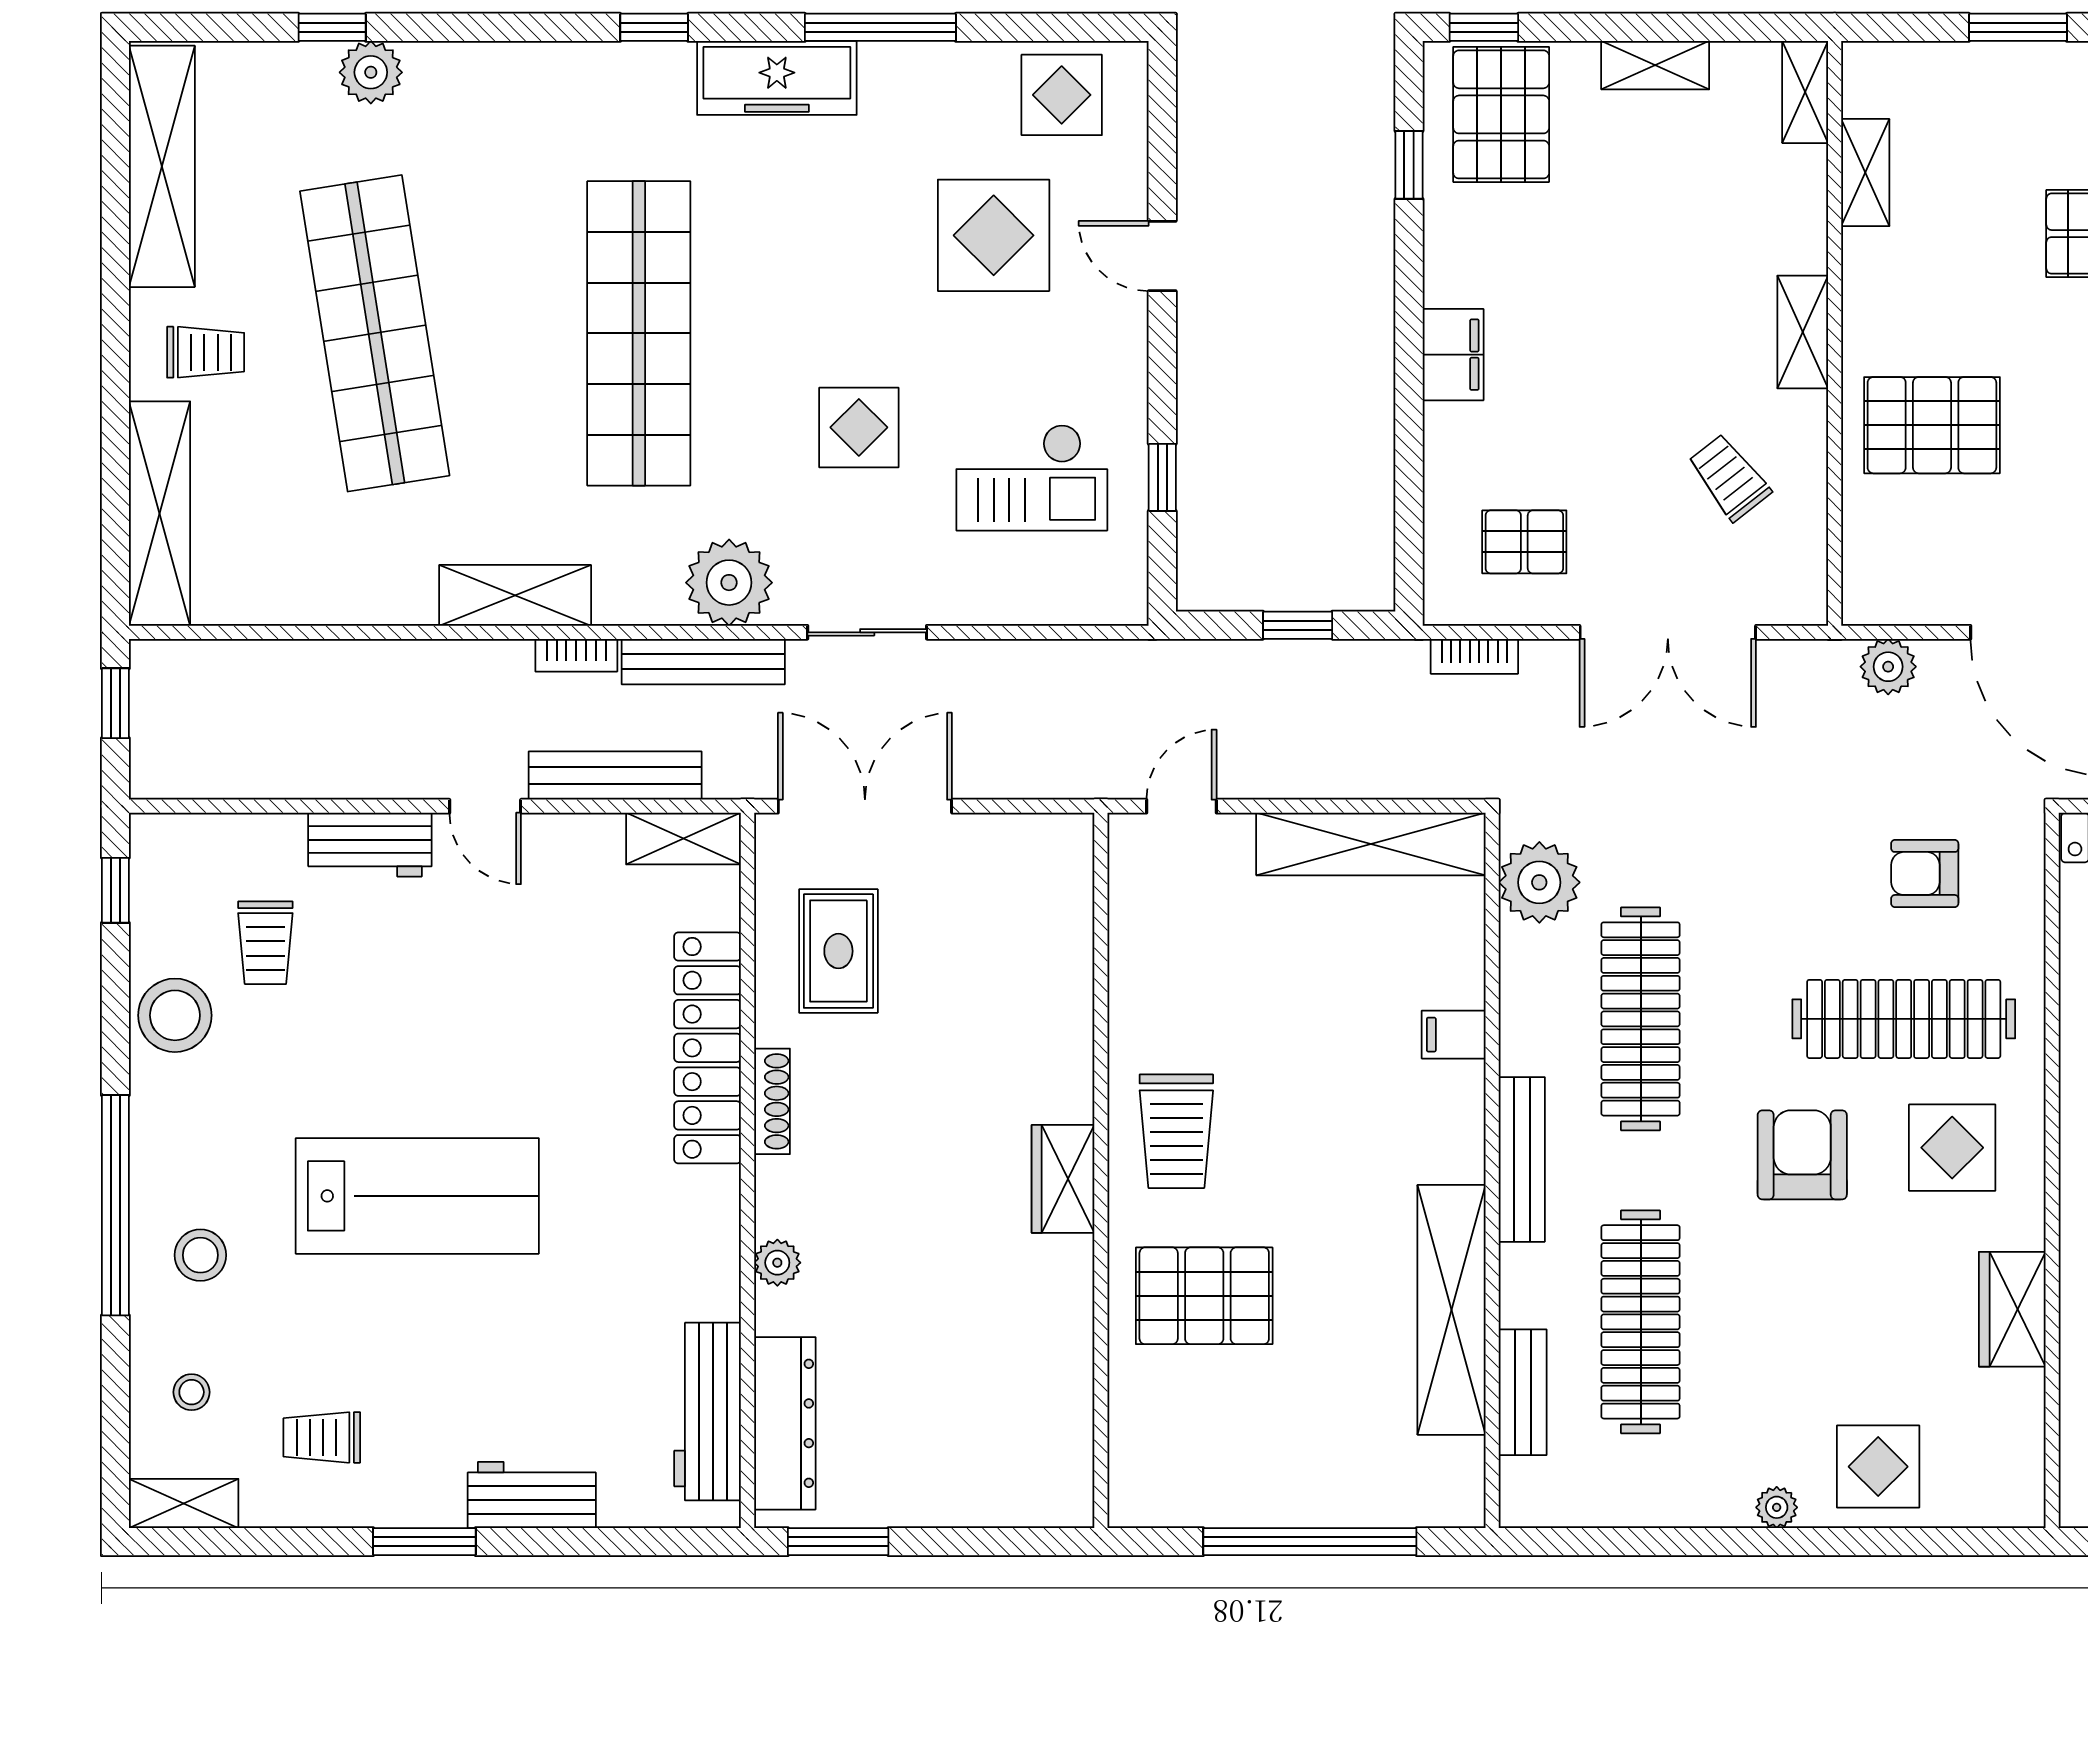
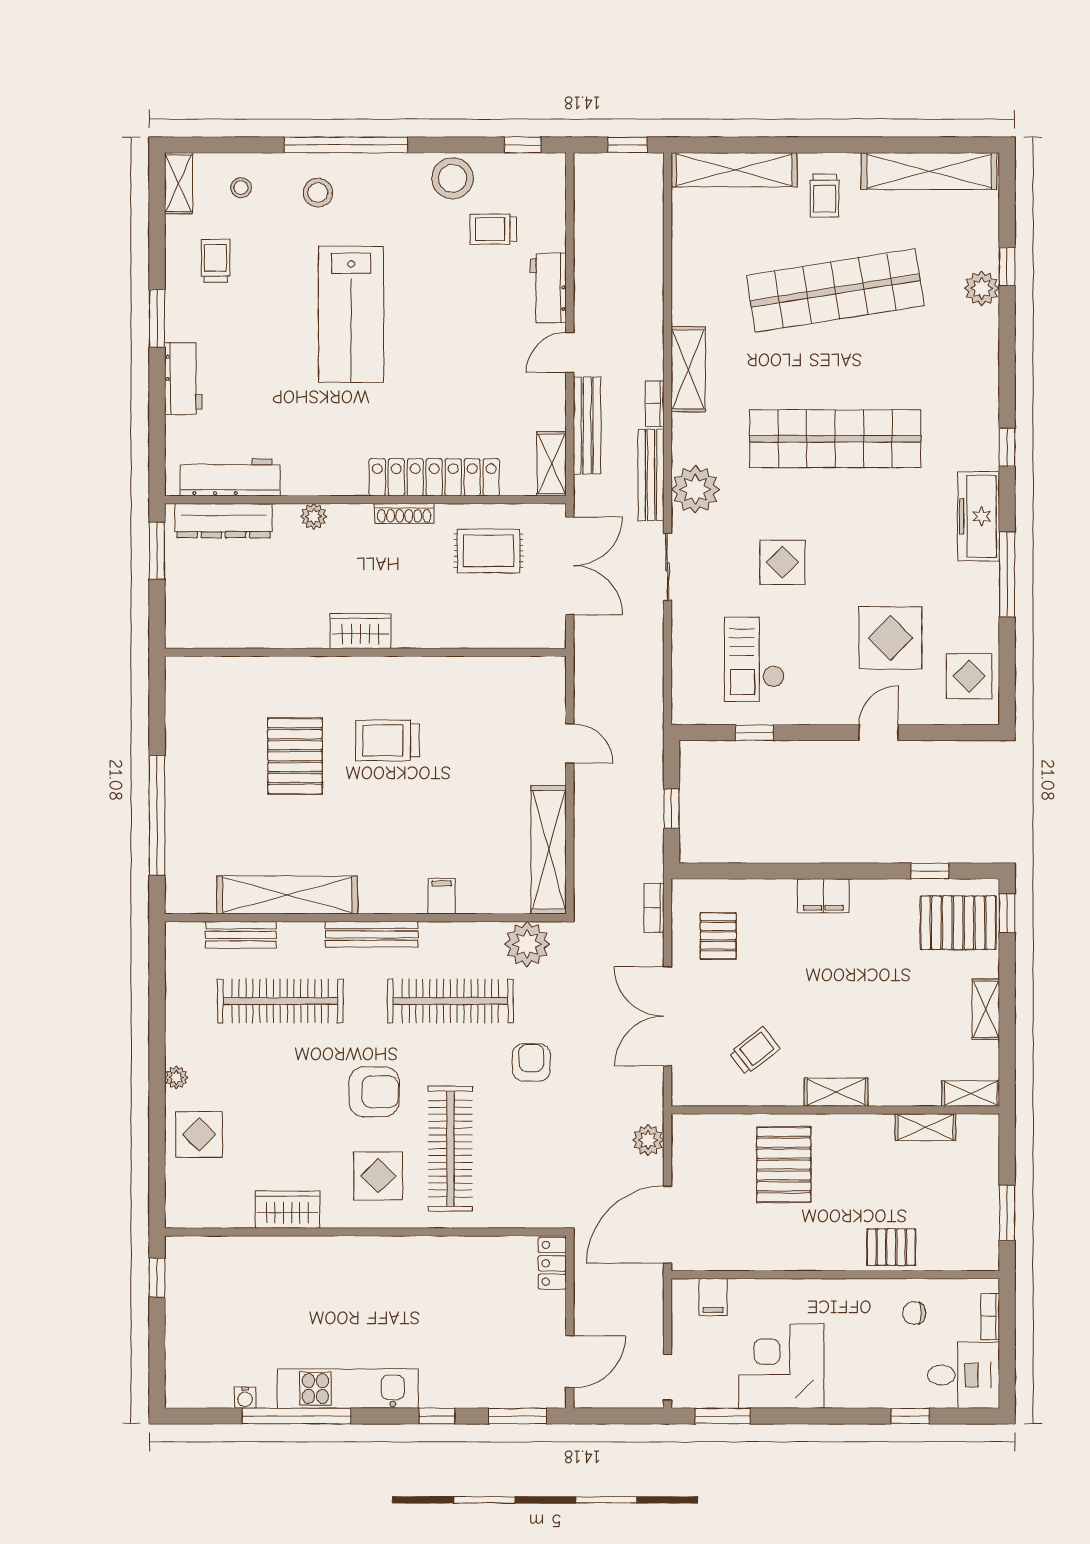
armchair: (1925, 873) -> (531, 1062), moved
wall: (1101, 1170) -> (365, 652), moved
wardrobe: (1063, 1179) -> (361, 631), moved

